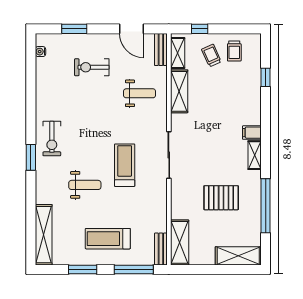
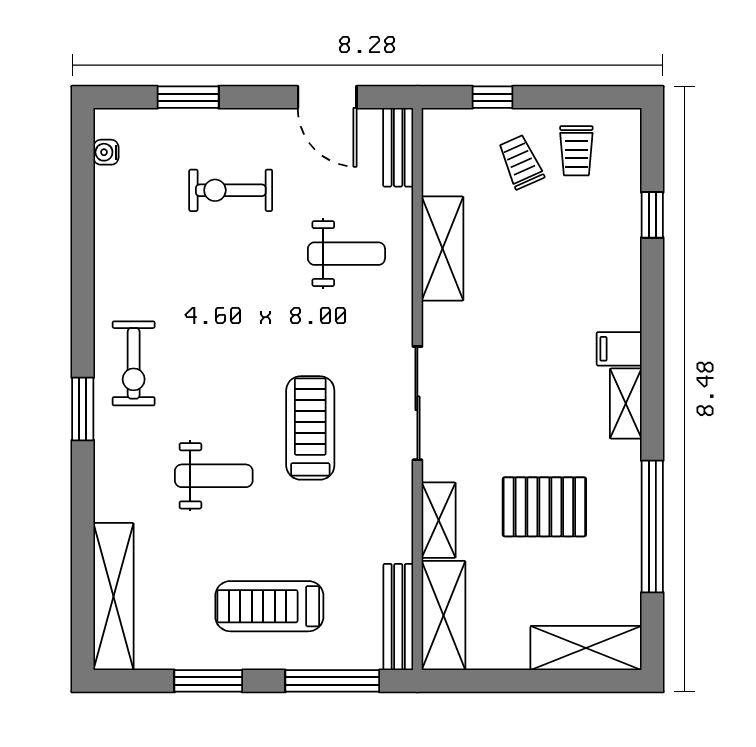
shelving: (178, 53) -> (439, 520), moved
bench: (161, 249) -> (398, 617), width x1.36

